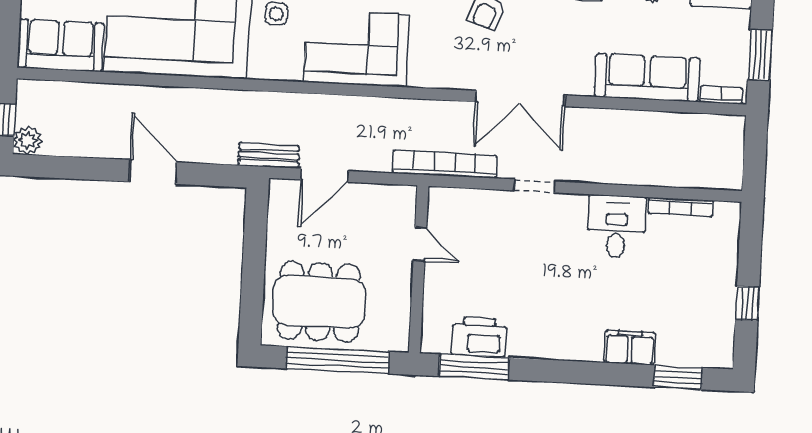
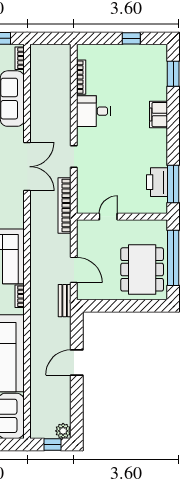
bookcase: (281, 73) -> (20, 296), added
filing cabinet: (630, 348) -> (158, 115), moved

